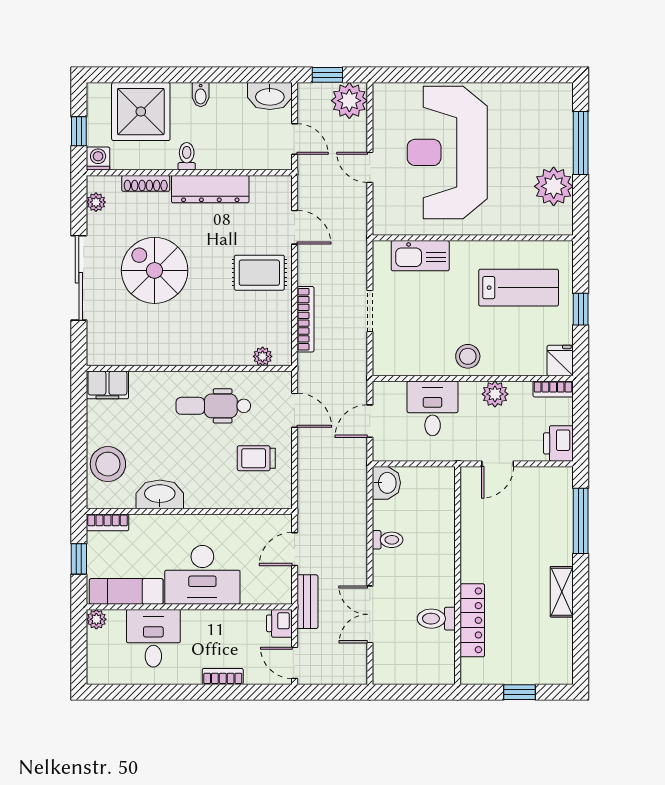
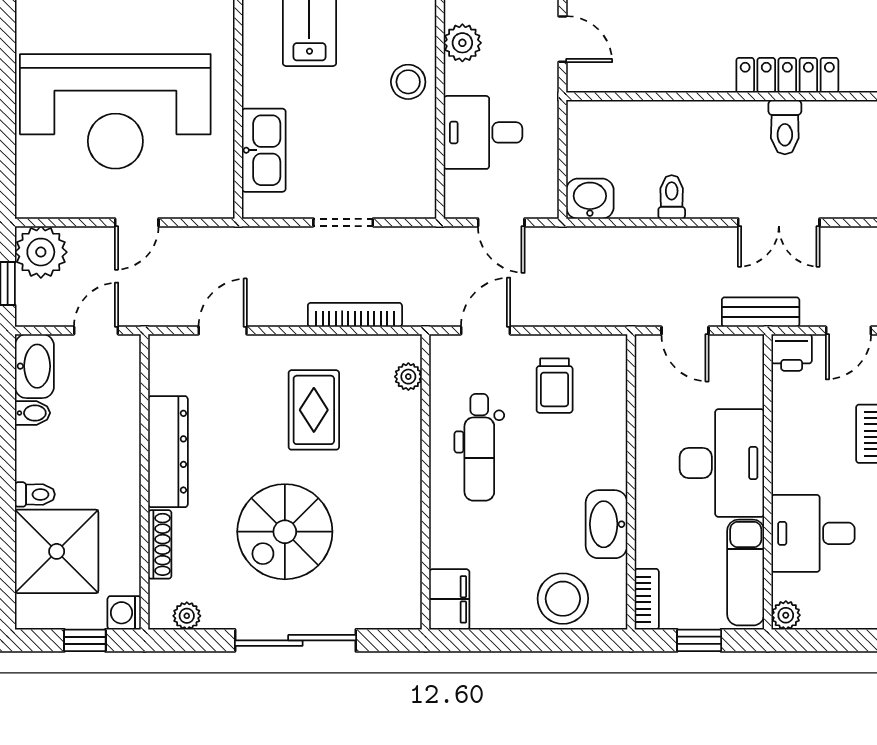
bidet: (201, 95) -> (32, 413), moved
toilet: (187, 156) -> (35, 494), moved, turned 180
rug: (259, 273) -> (314, 410), moved

